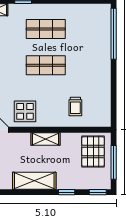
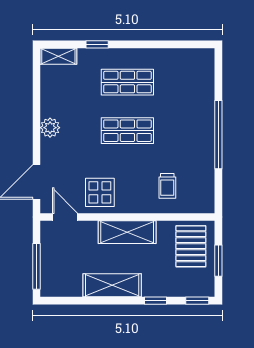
window: (114, 34) -> (218, 135), moved
shelving: (45, 139) -> (127, 232), width x1.50, depth x1.33
window: (114, 162) -> (218, 261), width x0.69

